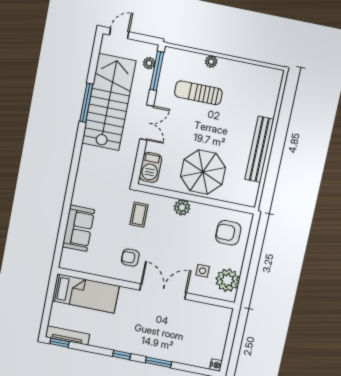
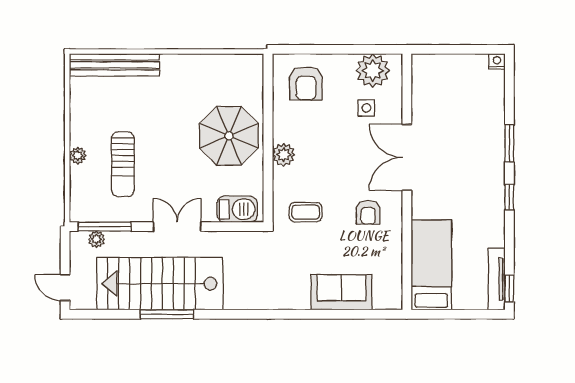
bench: (259, 149) -> (114, 65), moved

